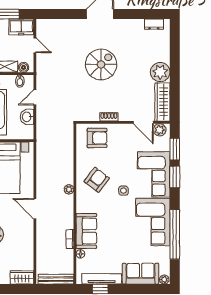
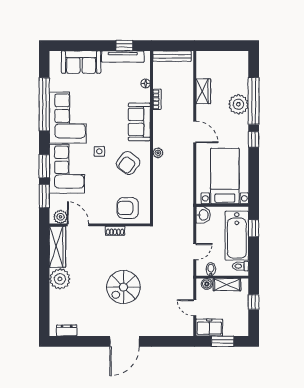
washbasin: (27, 117) -> (203, 215), moved
sofa: (86, 231) -> (139, 122), moved
wardrobe: (22, 277) -> (203, 91), moved, turned -90
plant: (164, 280) -> (56, 56), removed

